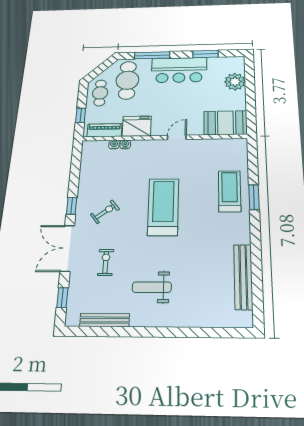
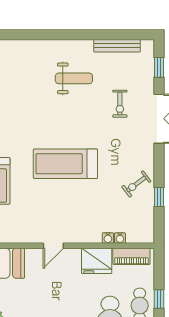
window: (81, 115) -> (159, 299), moved
window: (72, 206) -> (159, 197), moved
treadmill: (163, 207) -> (65, 164), turned 90
exercise bike: (105, 212) -> (136, 184), moved

